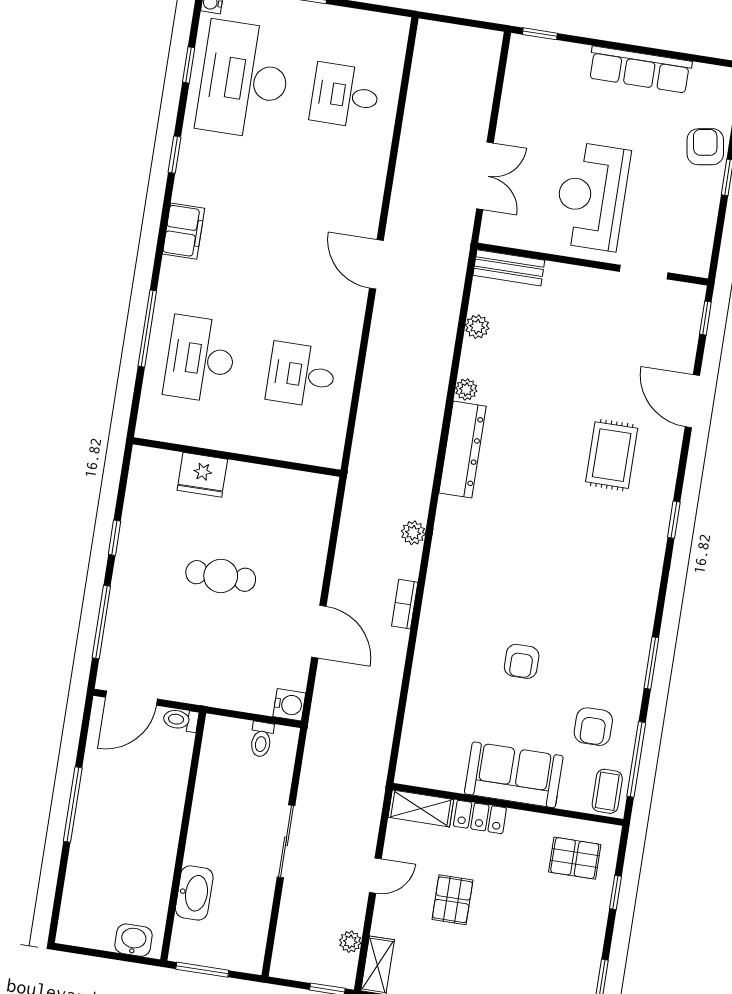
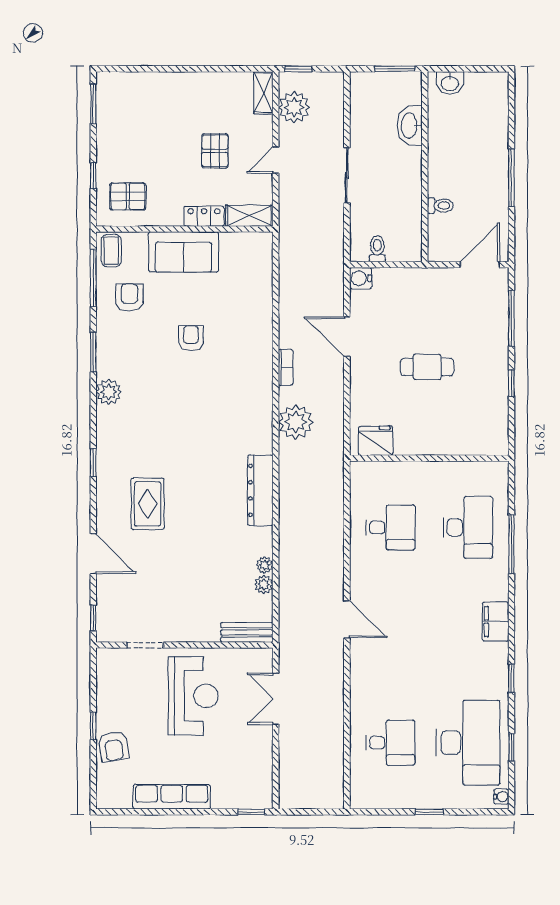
plant: (466, 389) -> (265, 565), moved
fridge: (202, 475) -> (376, 441), moved
plant: (413, 533) -> (296, 422), width x1.88, depth x1.88
plant: (639, 608) -> (109, 392), added
toilet: (181, 720) -> (440, 206), moved
plant: (350, 942) -> (294, 107), width x1.88, depth x1.88

